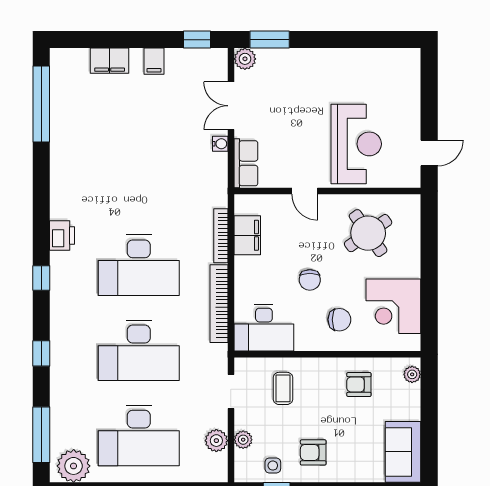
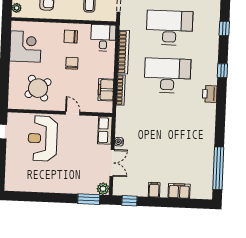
chair: (339, 320) -> (71, 37), moved
desk: (264, 328) -> (103, 38), width x0.73

